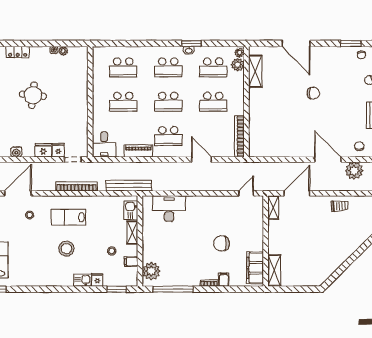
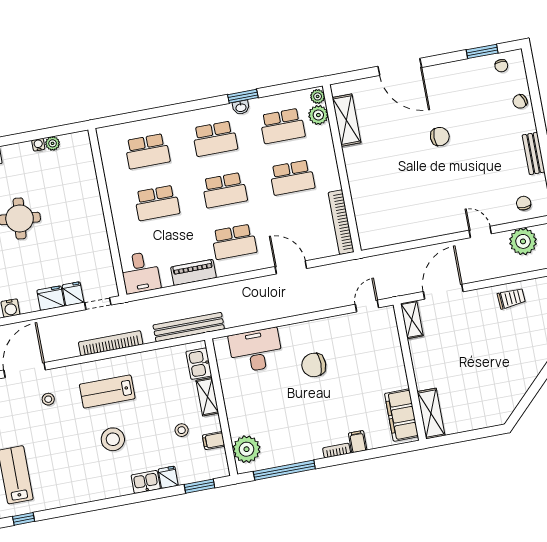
door: (328, 159) -> (480, 232), width x0.53
chair: (221, 243) -> (314, 365), moved

